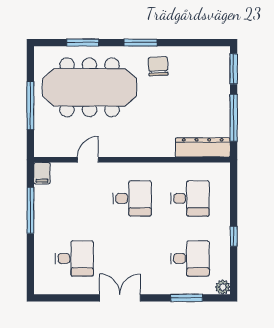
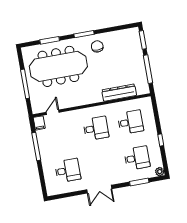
dresser: (203, 147) -> (119, 93), moved
door: (88, 160) -> (53, 112), moved
double door: (120, 298) -> (99, 189), swing flipped

